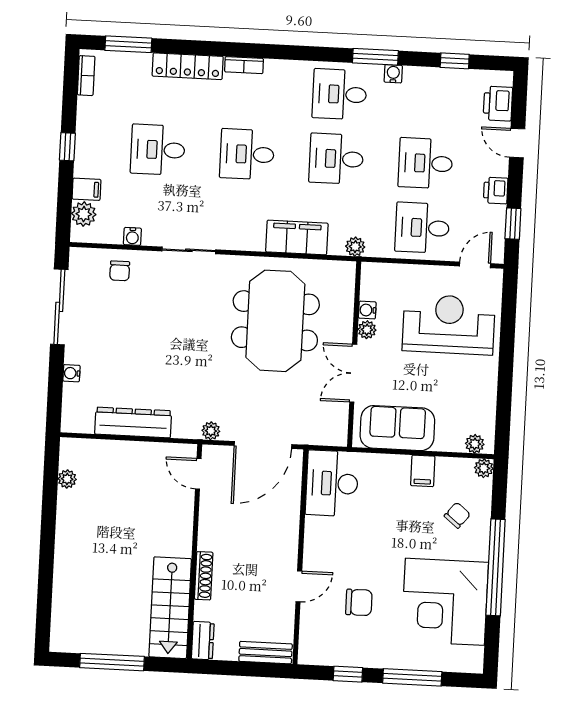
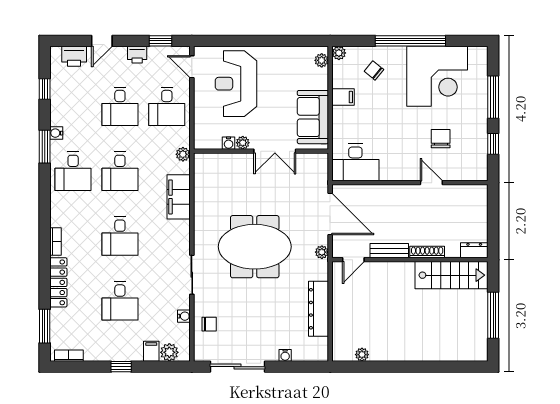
meeting table: (275, 321) -> (255, 247), moved
bench: (266, 653) -> (389, 251), moved, turned 90

